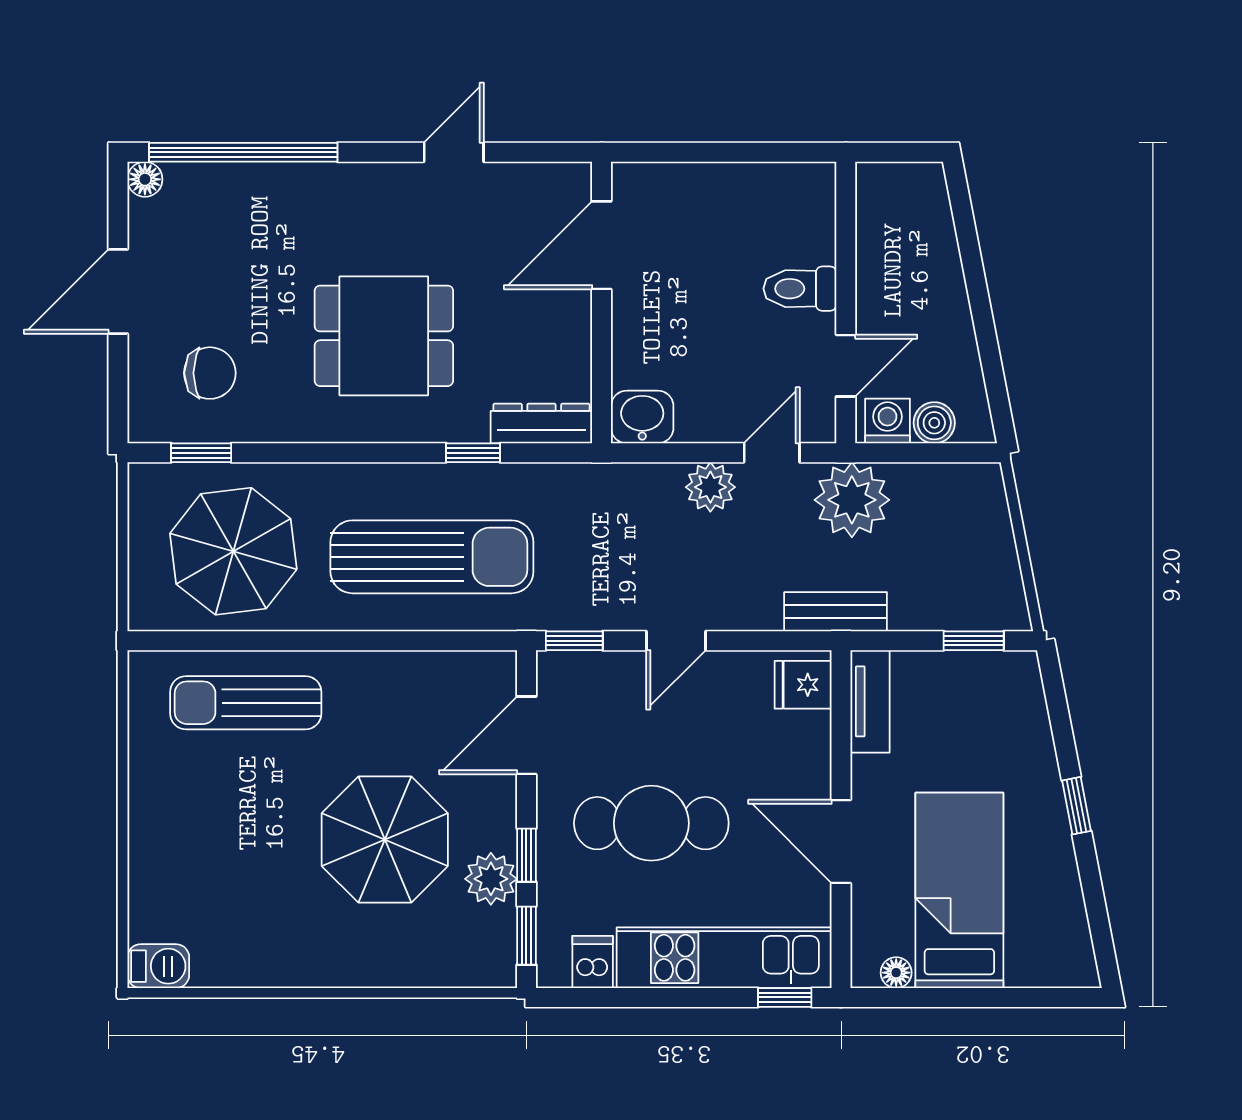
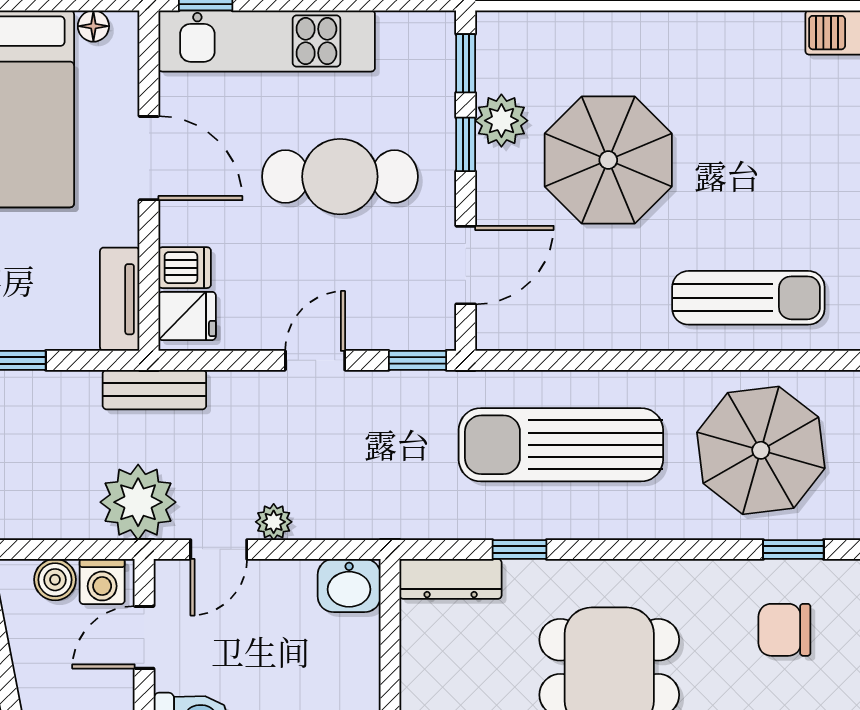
plant: (710, 487) -> (274, 522), width x0.73, depth x0.73
dishwasher: (593, 962) -> (185, 268), moved, turned -90

